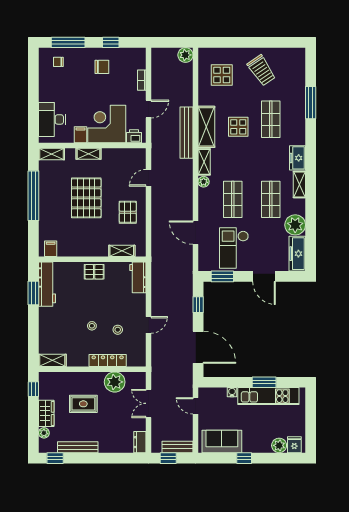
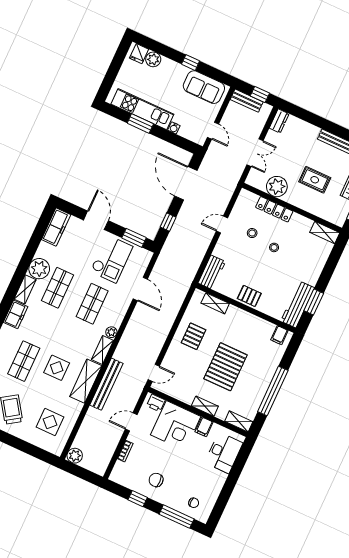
door: (148, 178) -> (154, 373), moved
plant: (295, 225) -> (39, 269), moved

